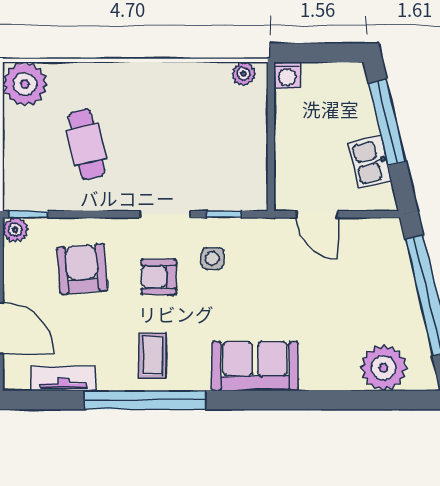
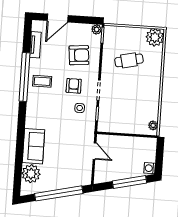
washing machine: (287, 75) -> (150, 168), moved
kitchen sink: (370, 162) -> (114, 174), removed
door: (317, 214) -> (95, 151), swing flipped
sofa: (255, 366) -> (33, 146), moved

